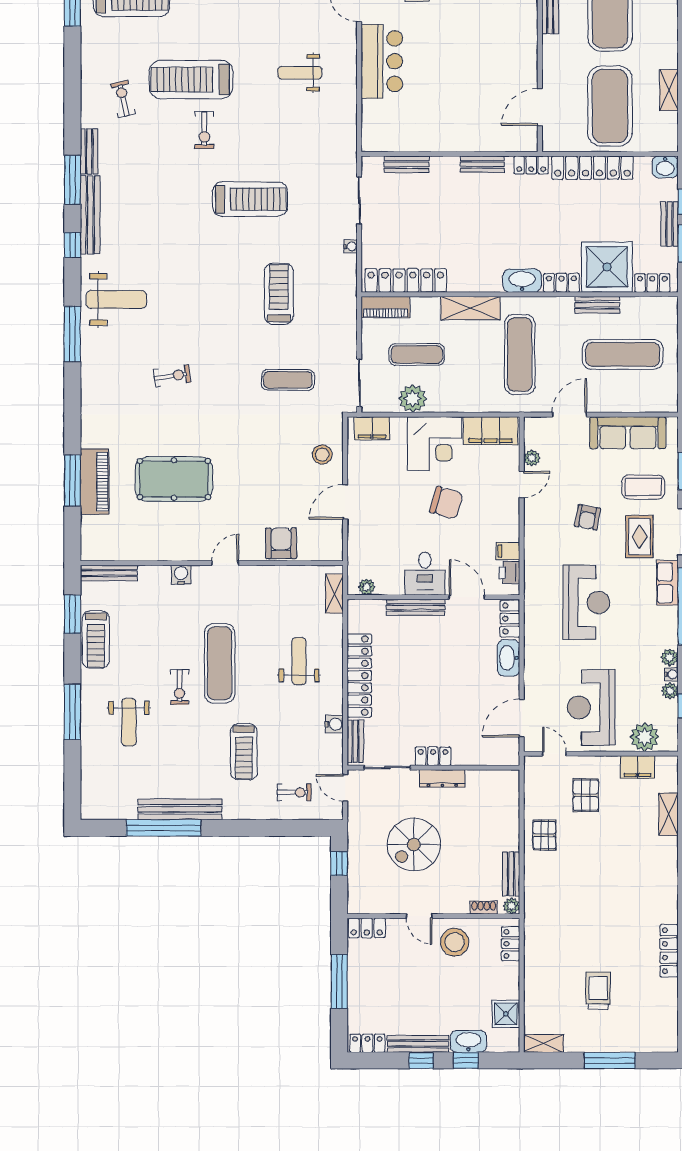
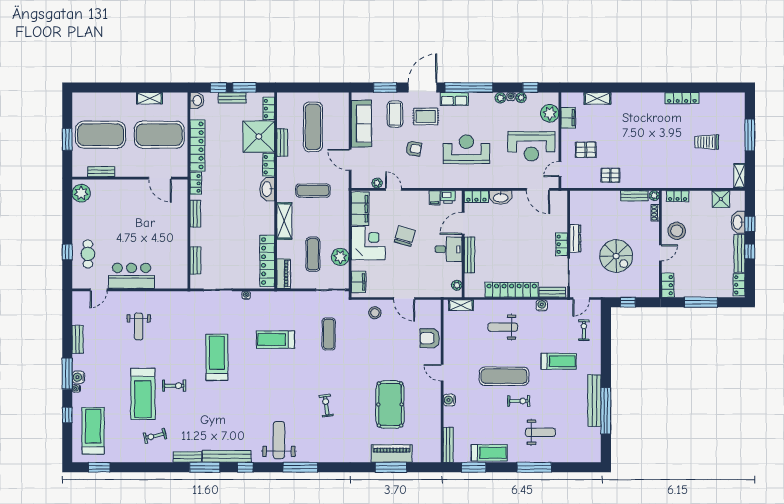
exercise mat: (520, 354) -> (313, 191), width x0.73, depth x0.69

